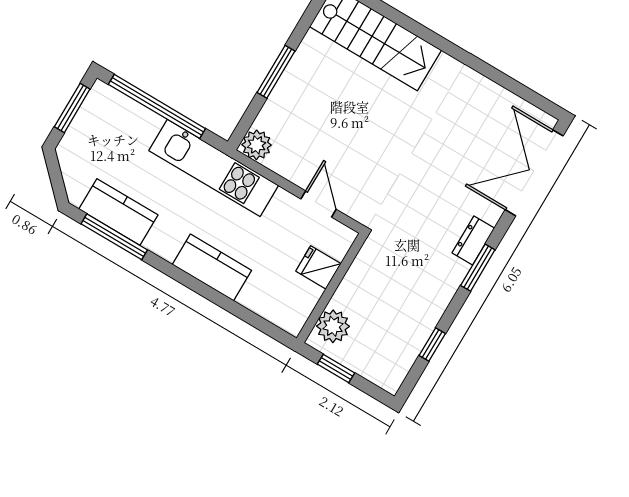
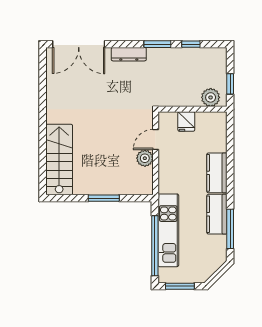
plant: (257, 145) -> (145, 158), moved
kitchen unit: (214, 168) -> (168, 230), moved
kitchen counter: (118, 212) -> (217, 214), moved
dresser: (473, 241) -> (129, 54), width x1.44
window: (478, 268) -> (157, 44), moved

